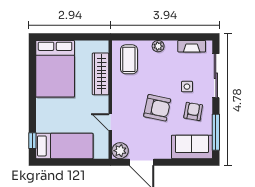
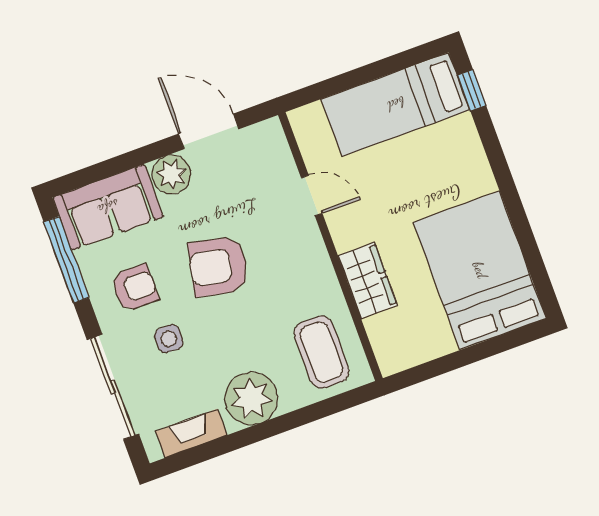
plant: (158, 46) -> (251, 398), width x1.87, depth x1.87
wardrobe: (101, 74) -> (368, 280), width x0.67
armchair: (193, 111) -> (134, 288), turned -100
plant: (120, 151) -> (172, 174), moved

